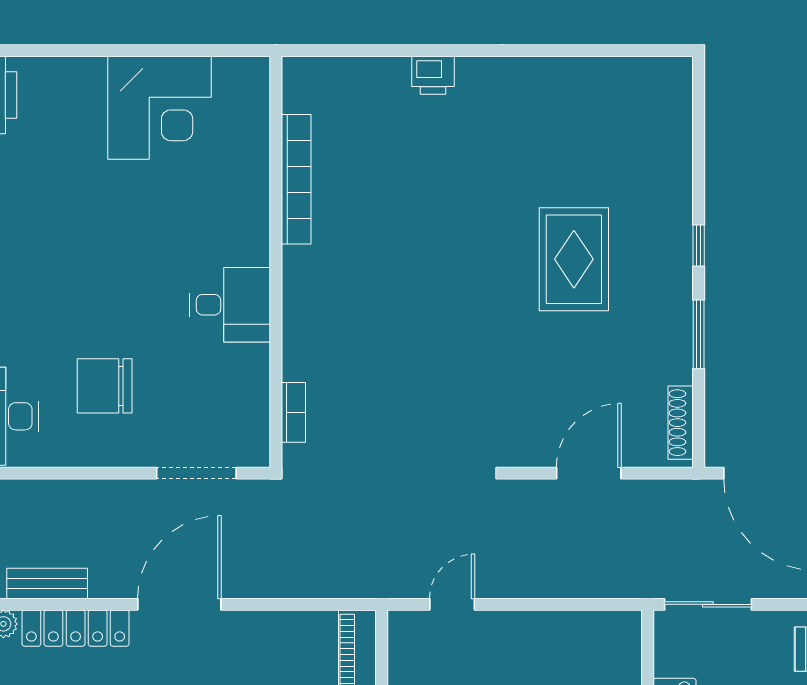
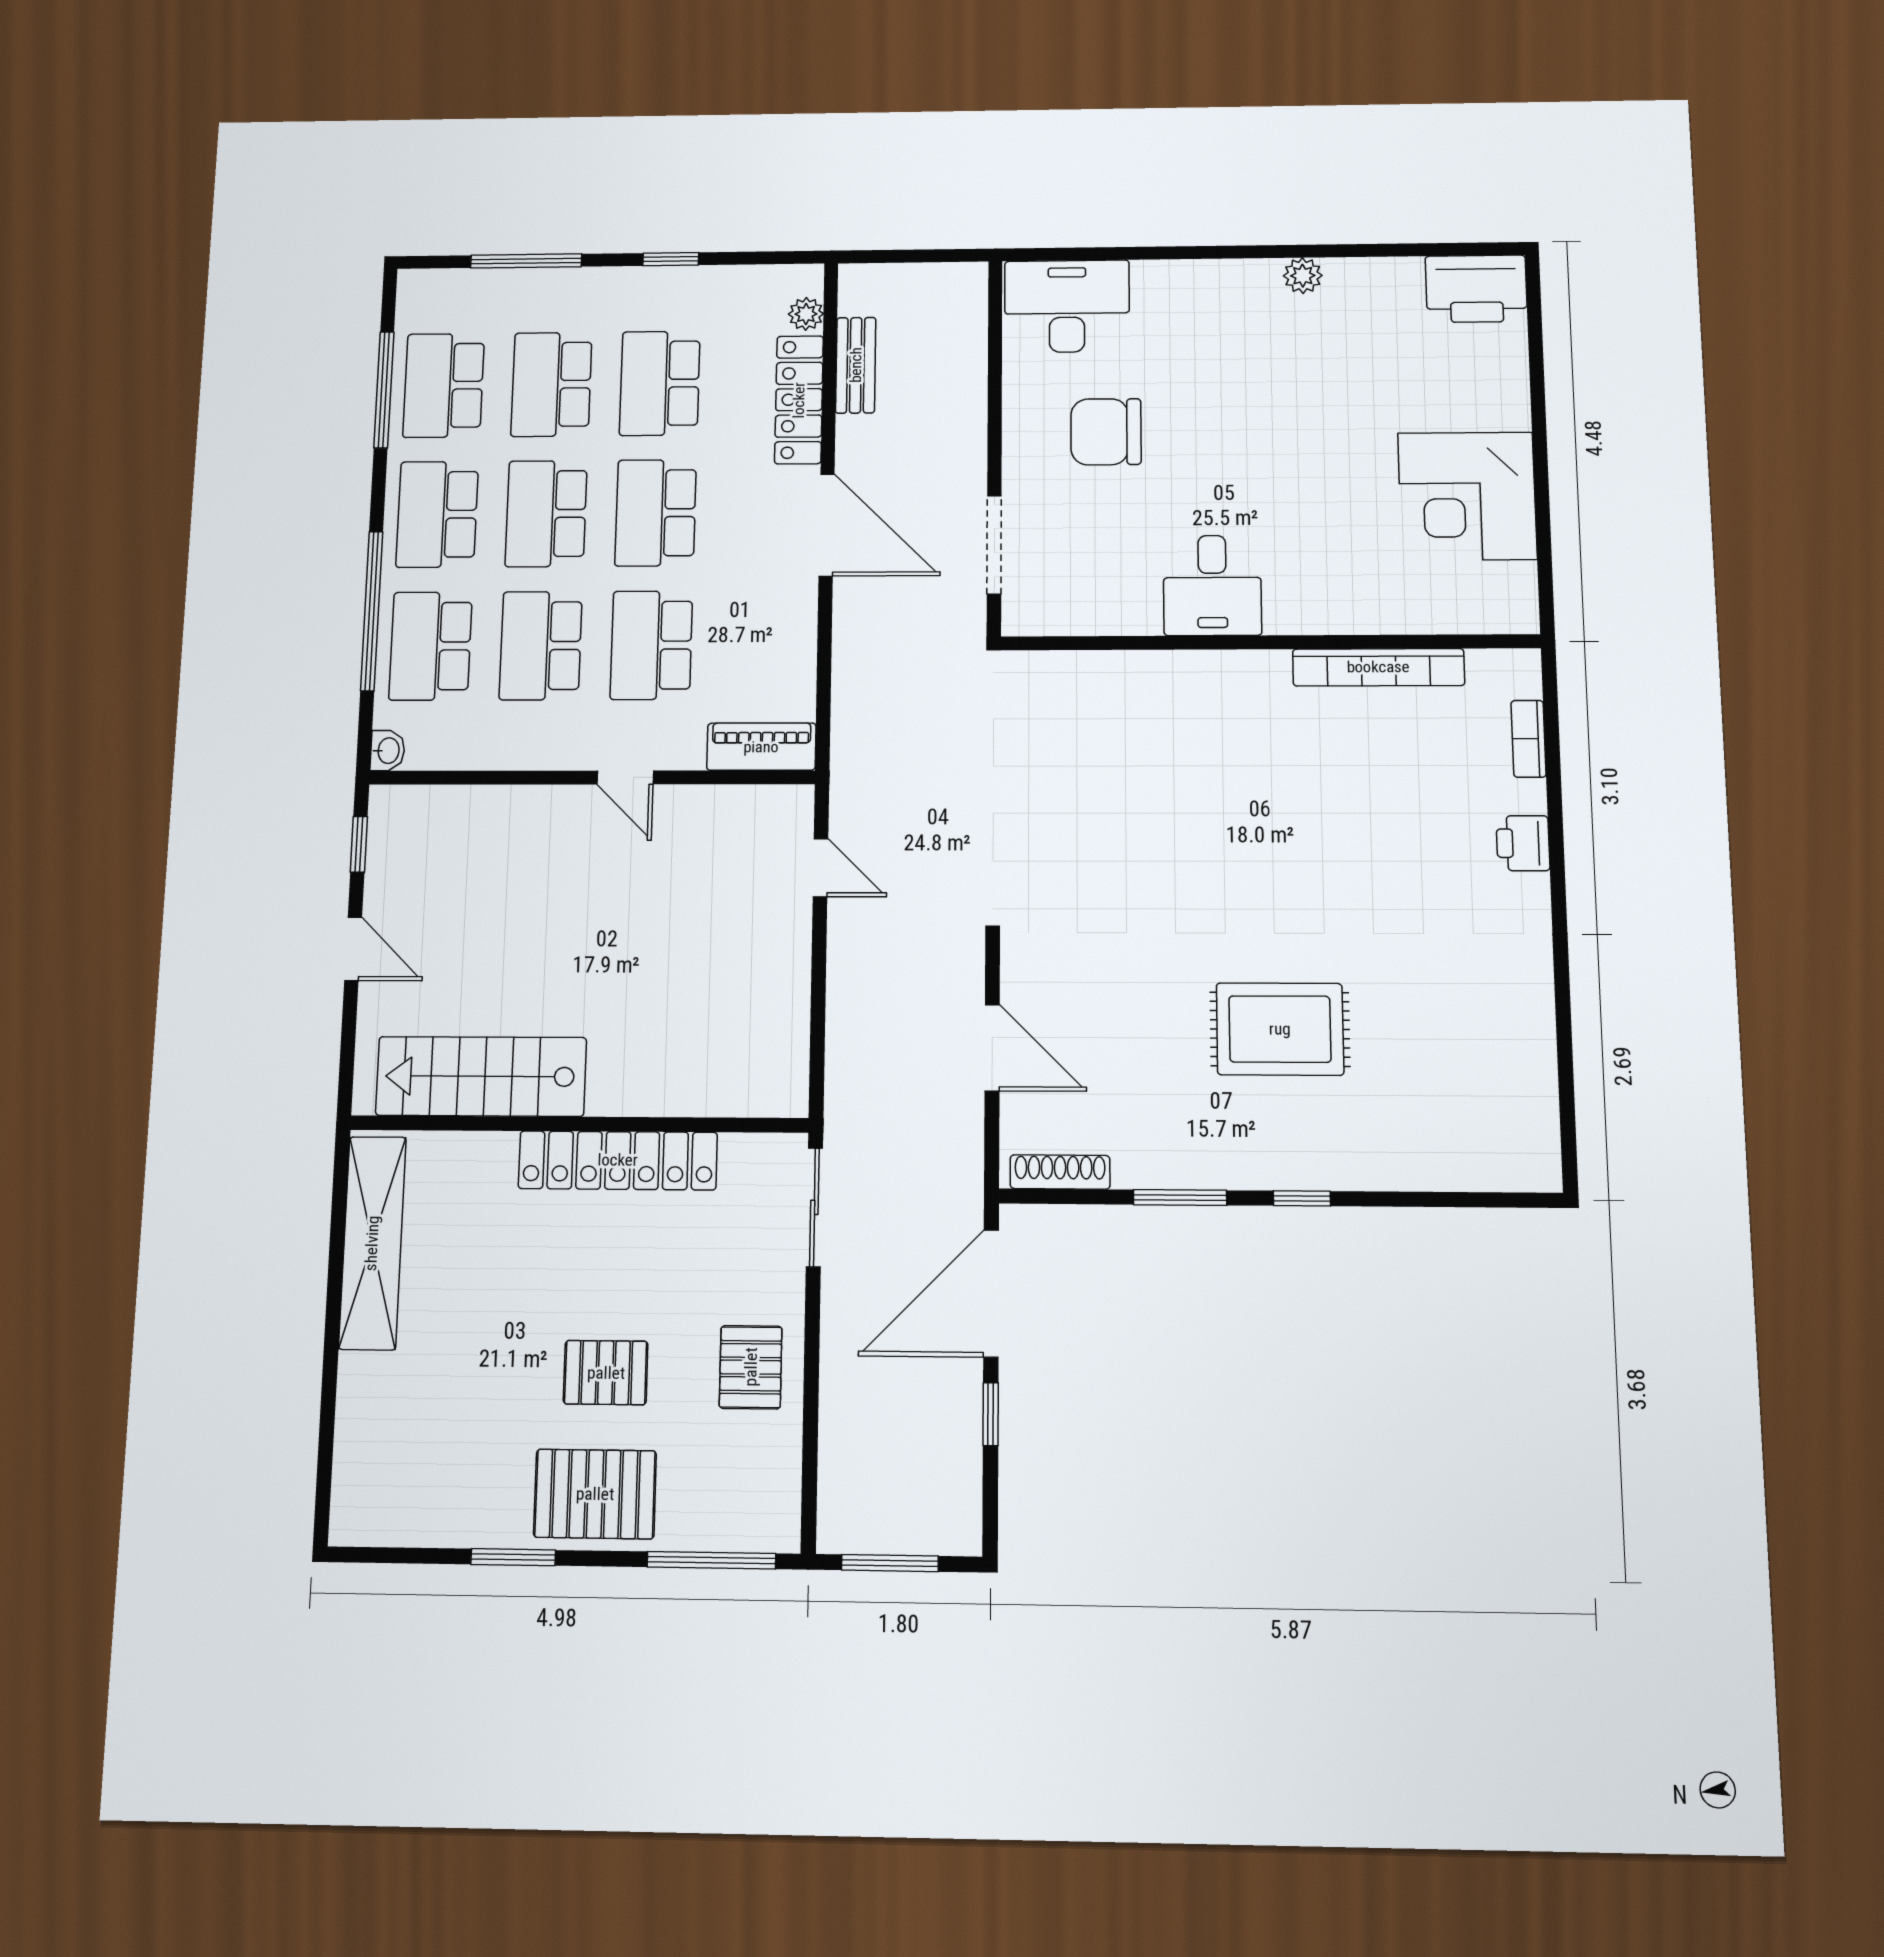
chair: (105, 386) -> (1106, 432), turned -90
bookcase: (293, 412) -> (1529, 739), moved, turned 90

